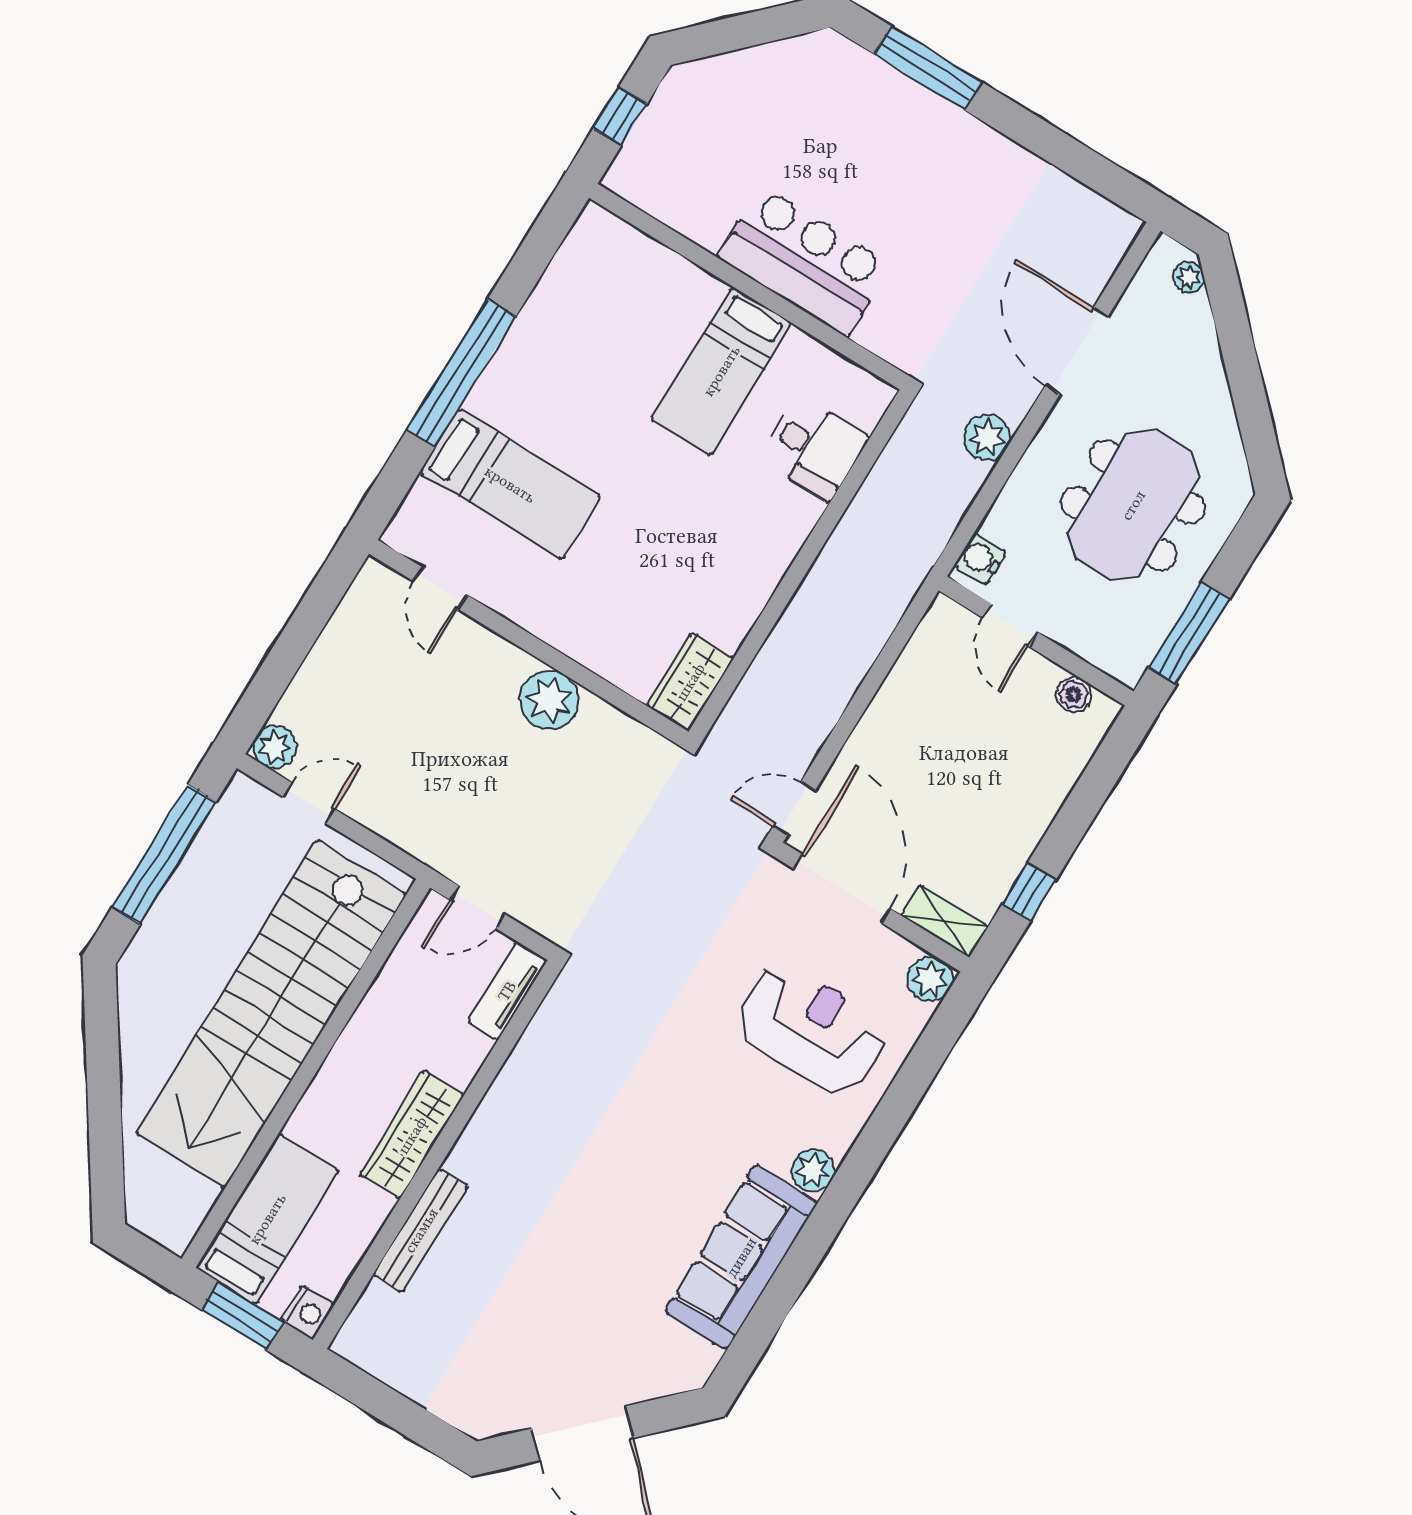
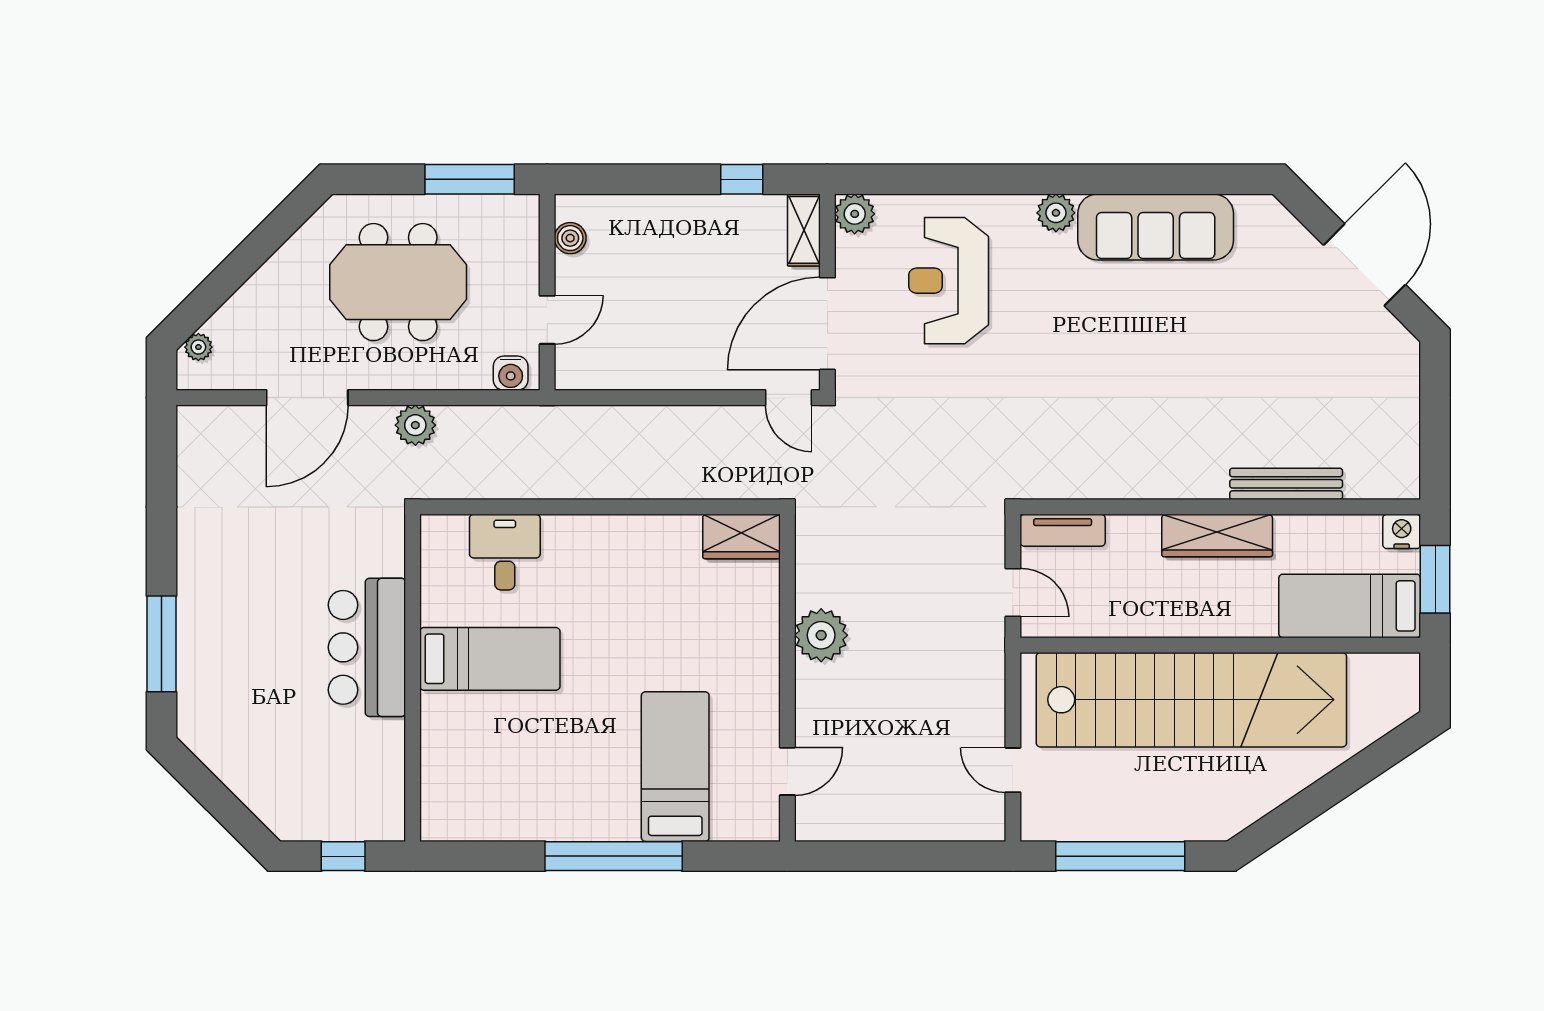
plant: (275, 747) -> (986, 822), removed

